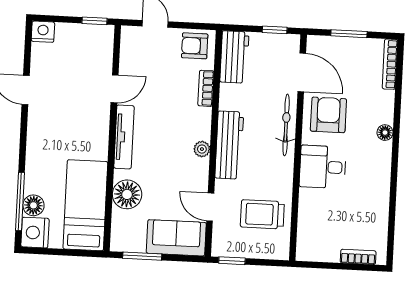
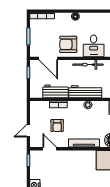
armchair: (195, 46) -> (57, 126), moved
workbench: (234, 57) -> (56, 91), moved
door: (302, 72) -> (48, 58), swing flipped
door: (115, 89) -> (50, 149), moved
bicycle: (286, 125) -> (88, 65), moved

